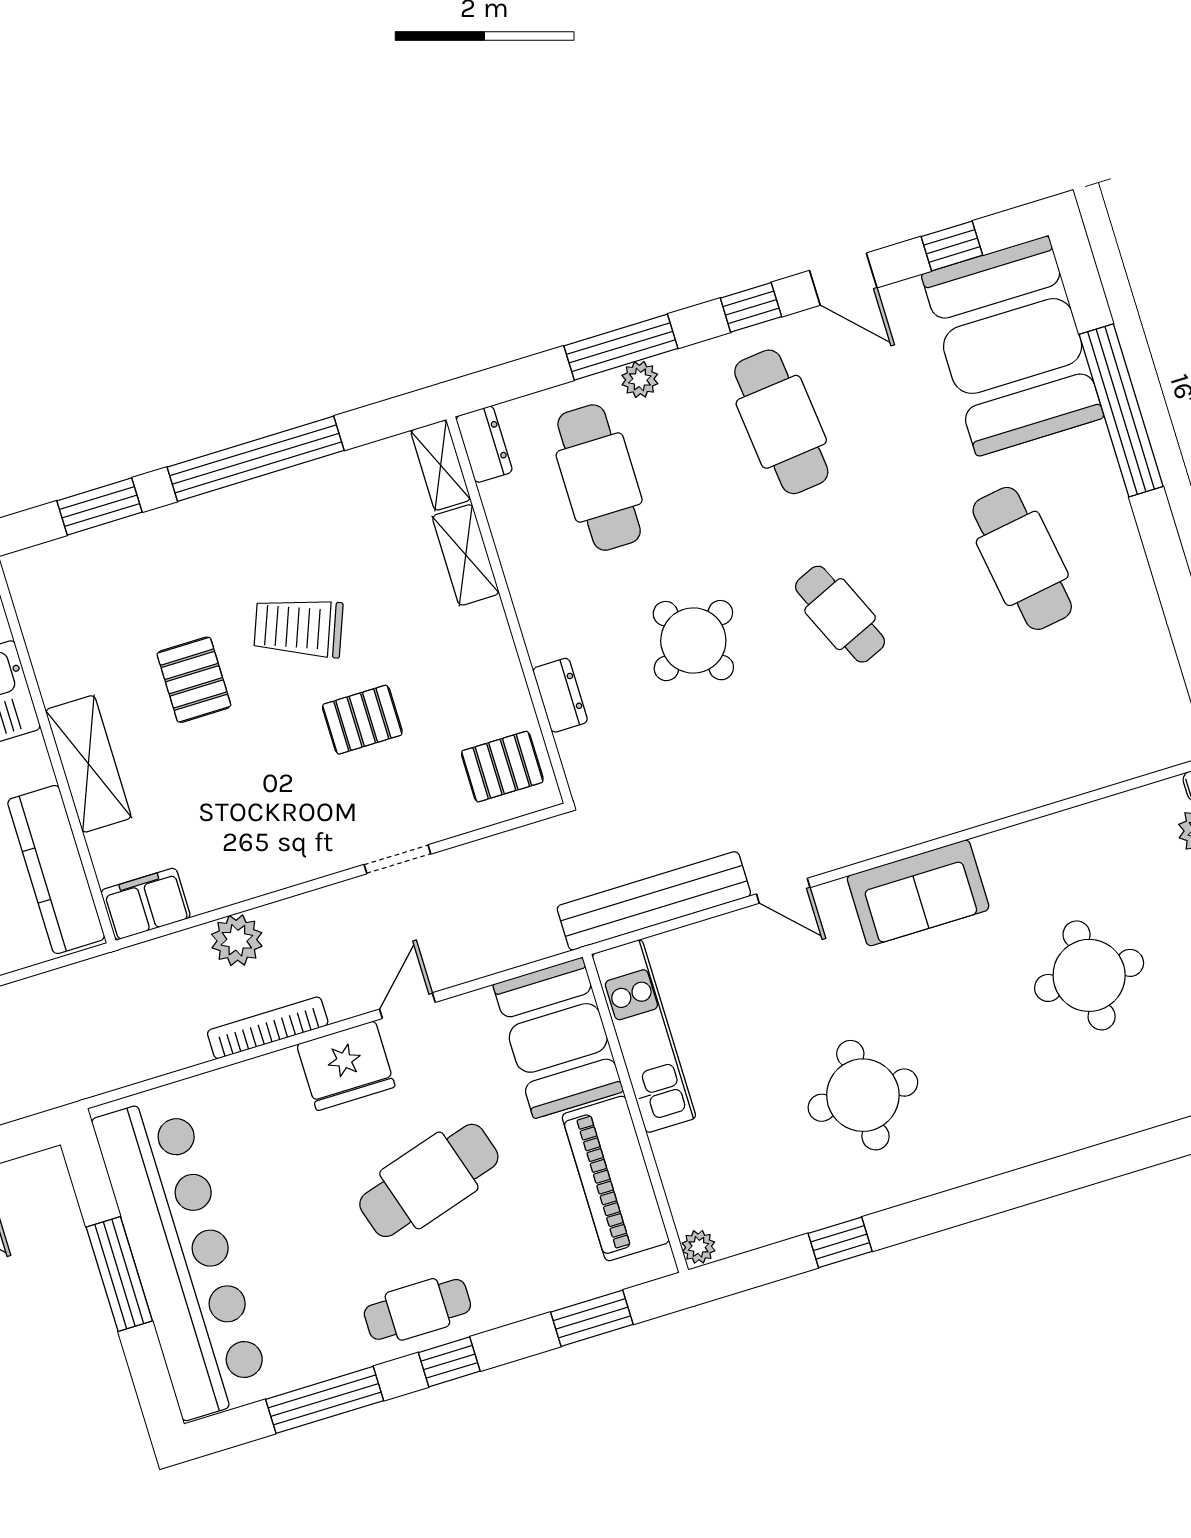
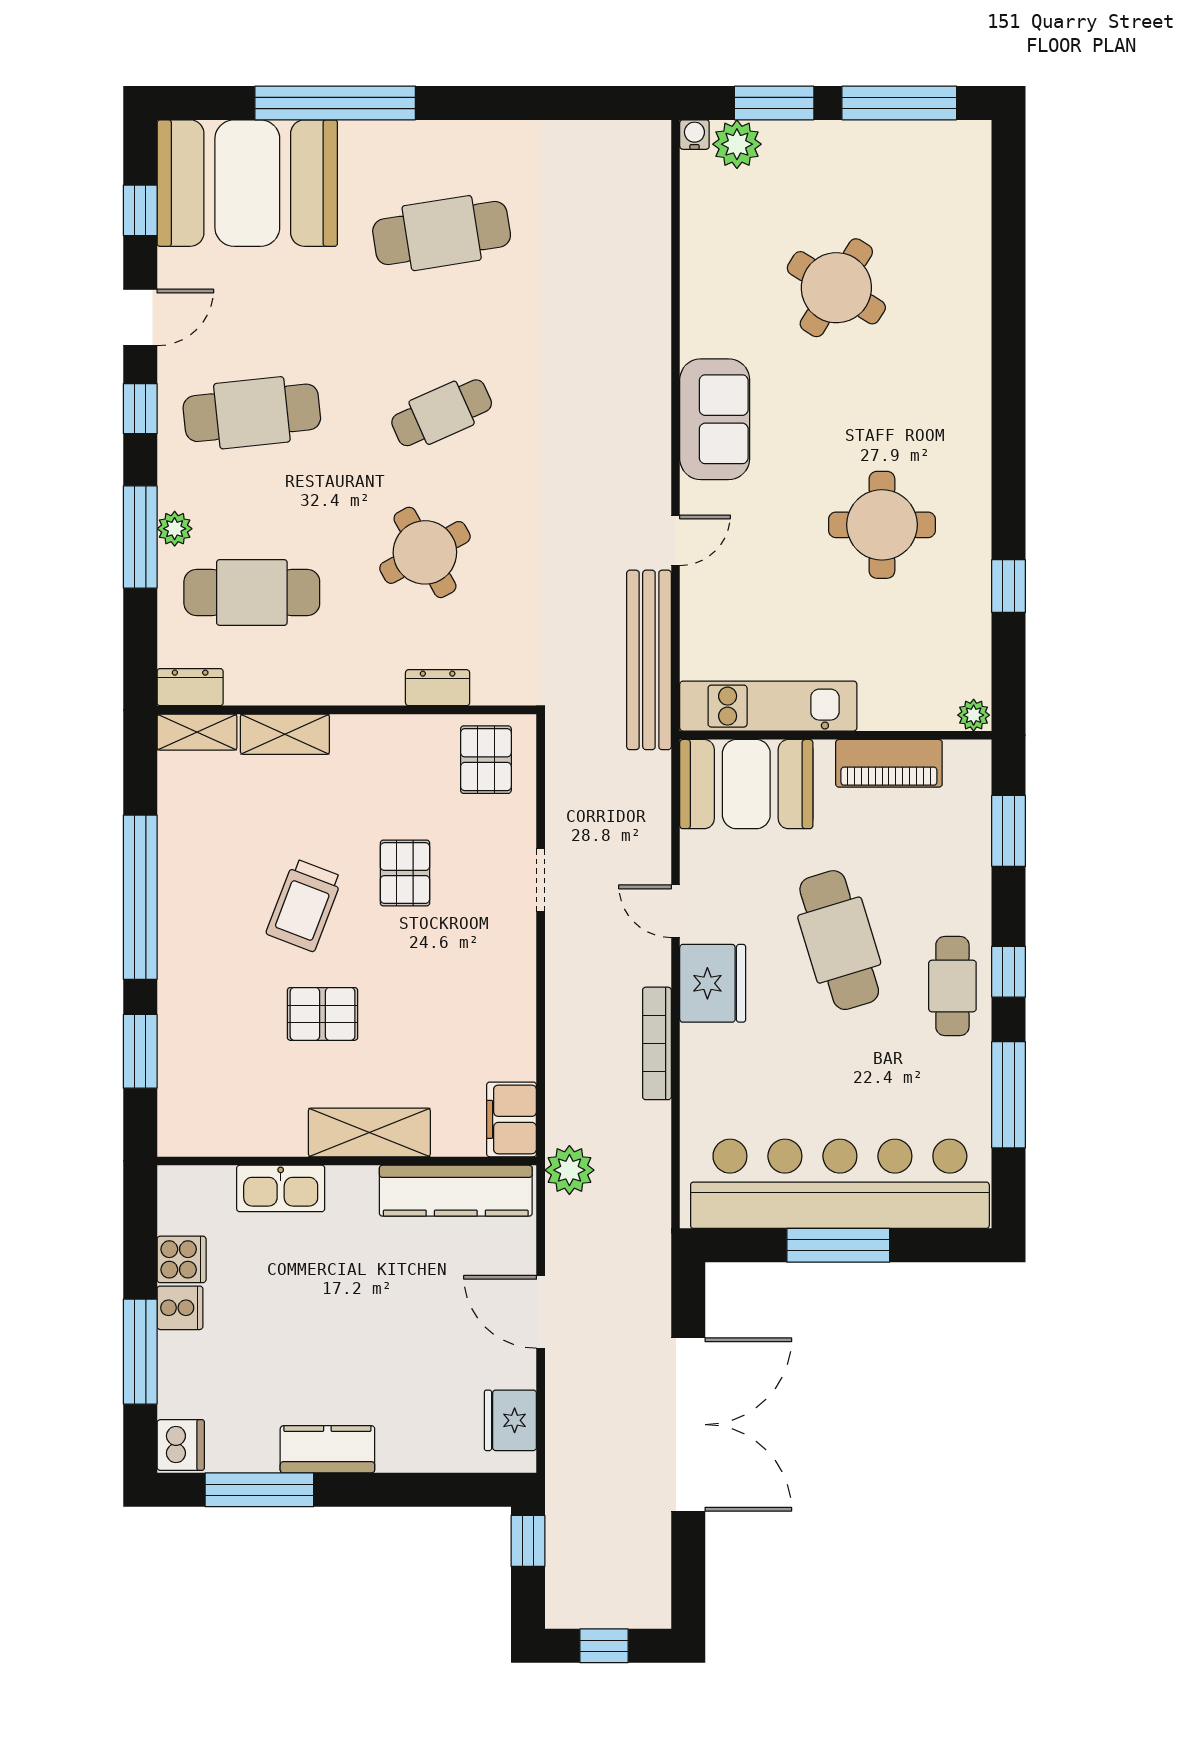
plant: (237, 940) -> (569, 1170), moved
round table: (1089, 975) -> (836, 288), turned 32
piano: (616, 1178) -> (889, 763), width x0.73, depth x0.75

